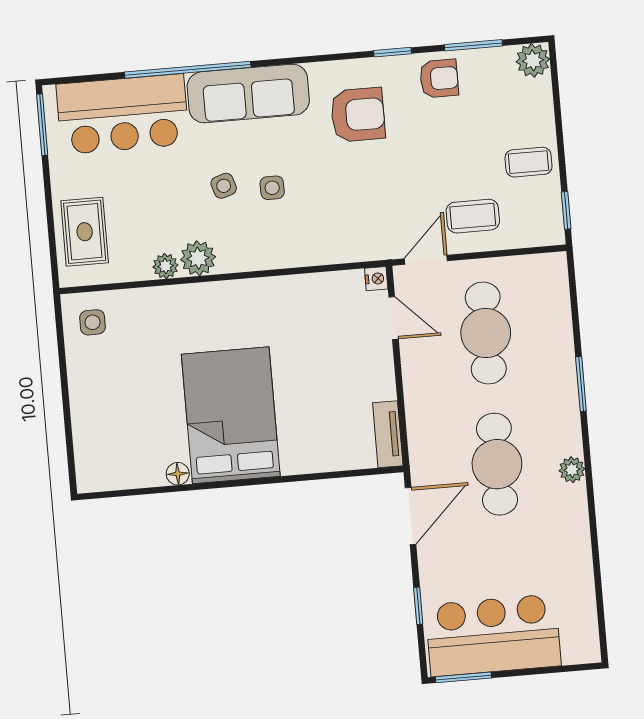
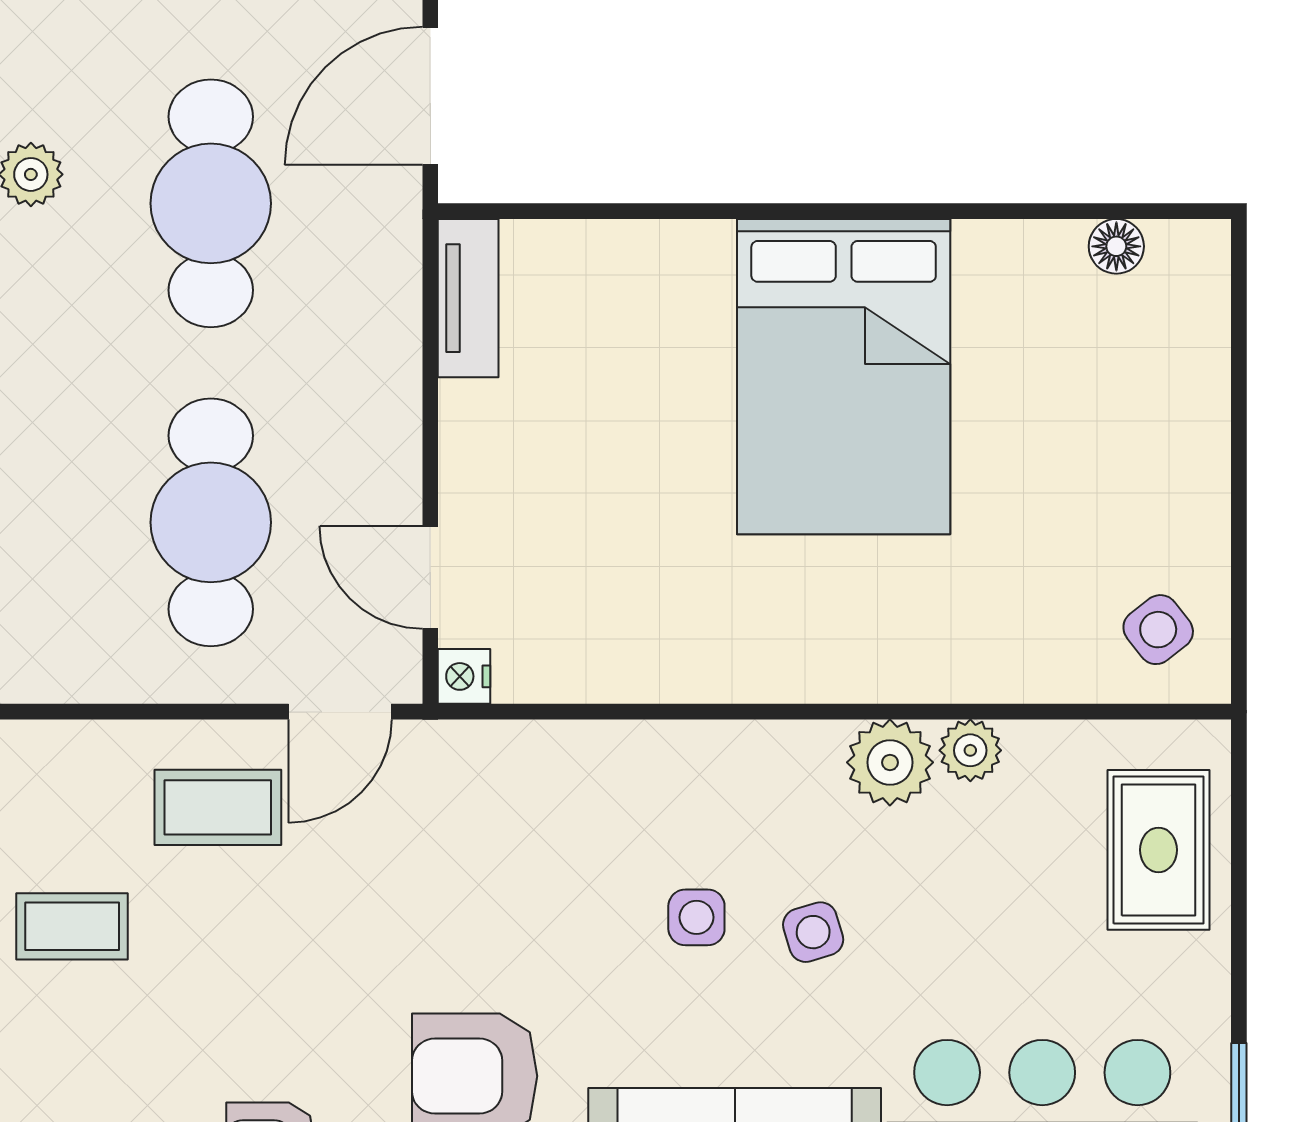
side table: (93, 322) -> (1158, 630), turned -38
floor lamp: (178, 474) -> (1116, 246), moved

